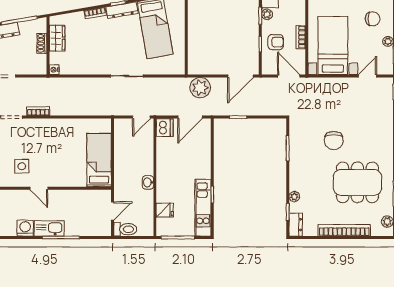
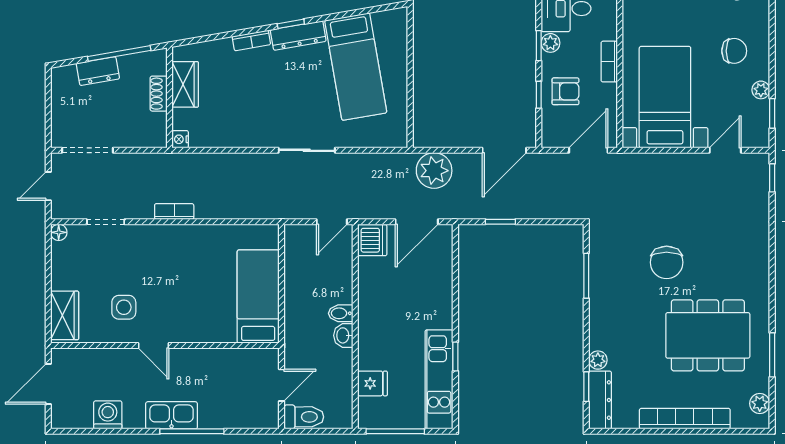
bookcase: (301, 37) -> (609, 62), moved
door: (289, 76) -> (588, 150), hinge flipped
bookcase: (38, 111) -> (174, 212), moved
bidet: (146, 170) -> (341, 313), added
dresser: (296, 225) -> (600, 400), width x1.44
washing machine: (25, 228) -> (108, 415), moved

